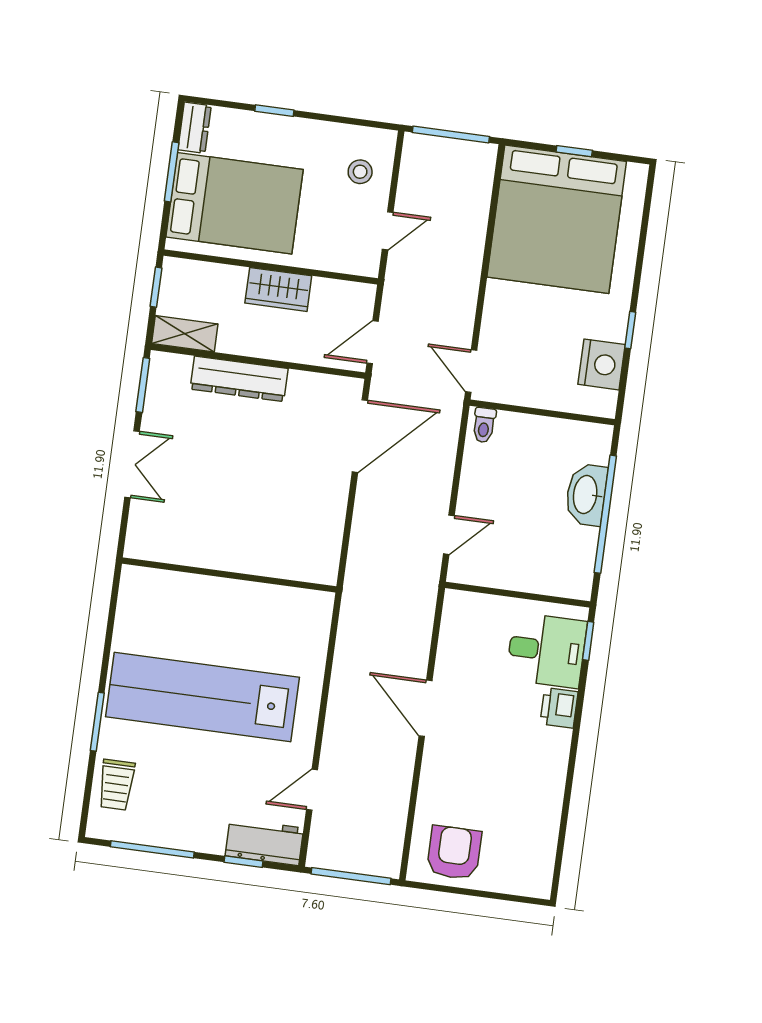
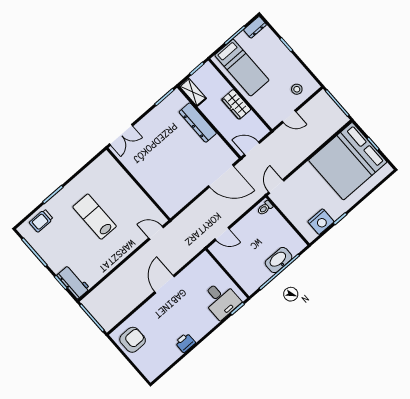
bed: (235, 203) -> (242, 68), width x0.67
double door: (132, 464) -> (121, 135), moved
lab bench: (203, 697) -> (95, 217), width x0.54, depth x0.72
printer: (559, 708) -> (185, 343), moved
door: (312, 790) -> (156, 233), moved

